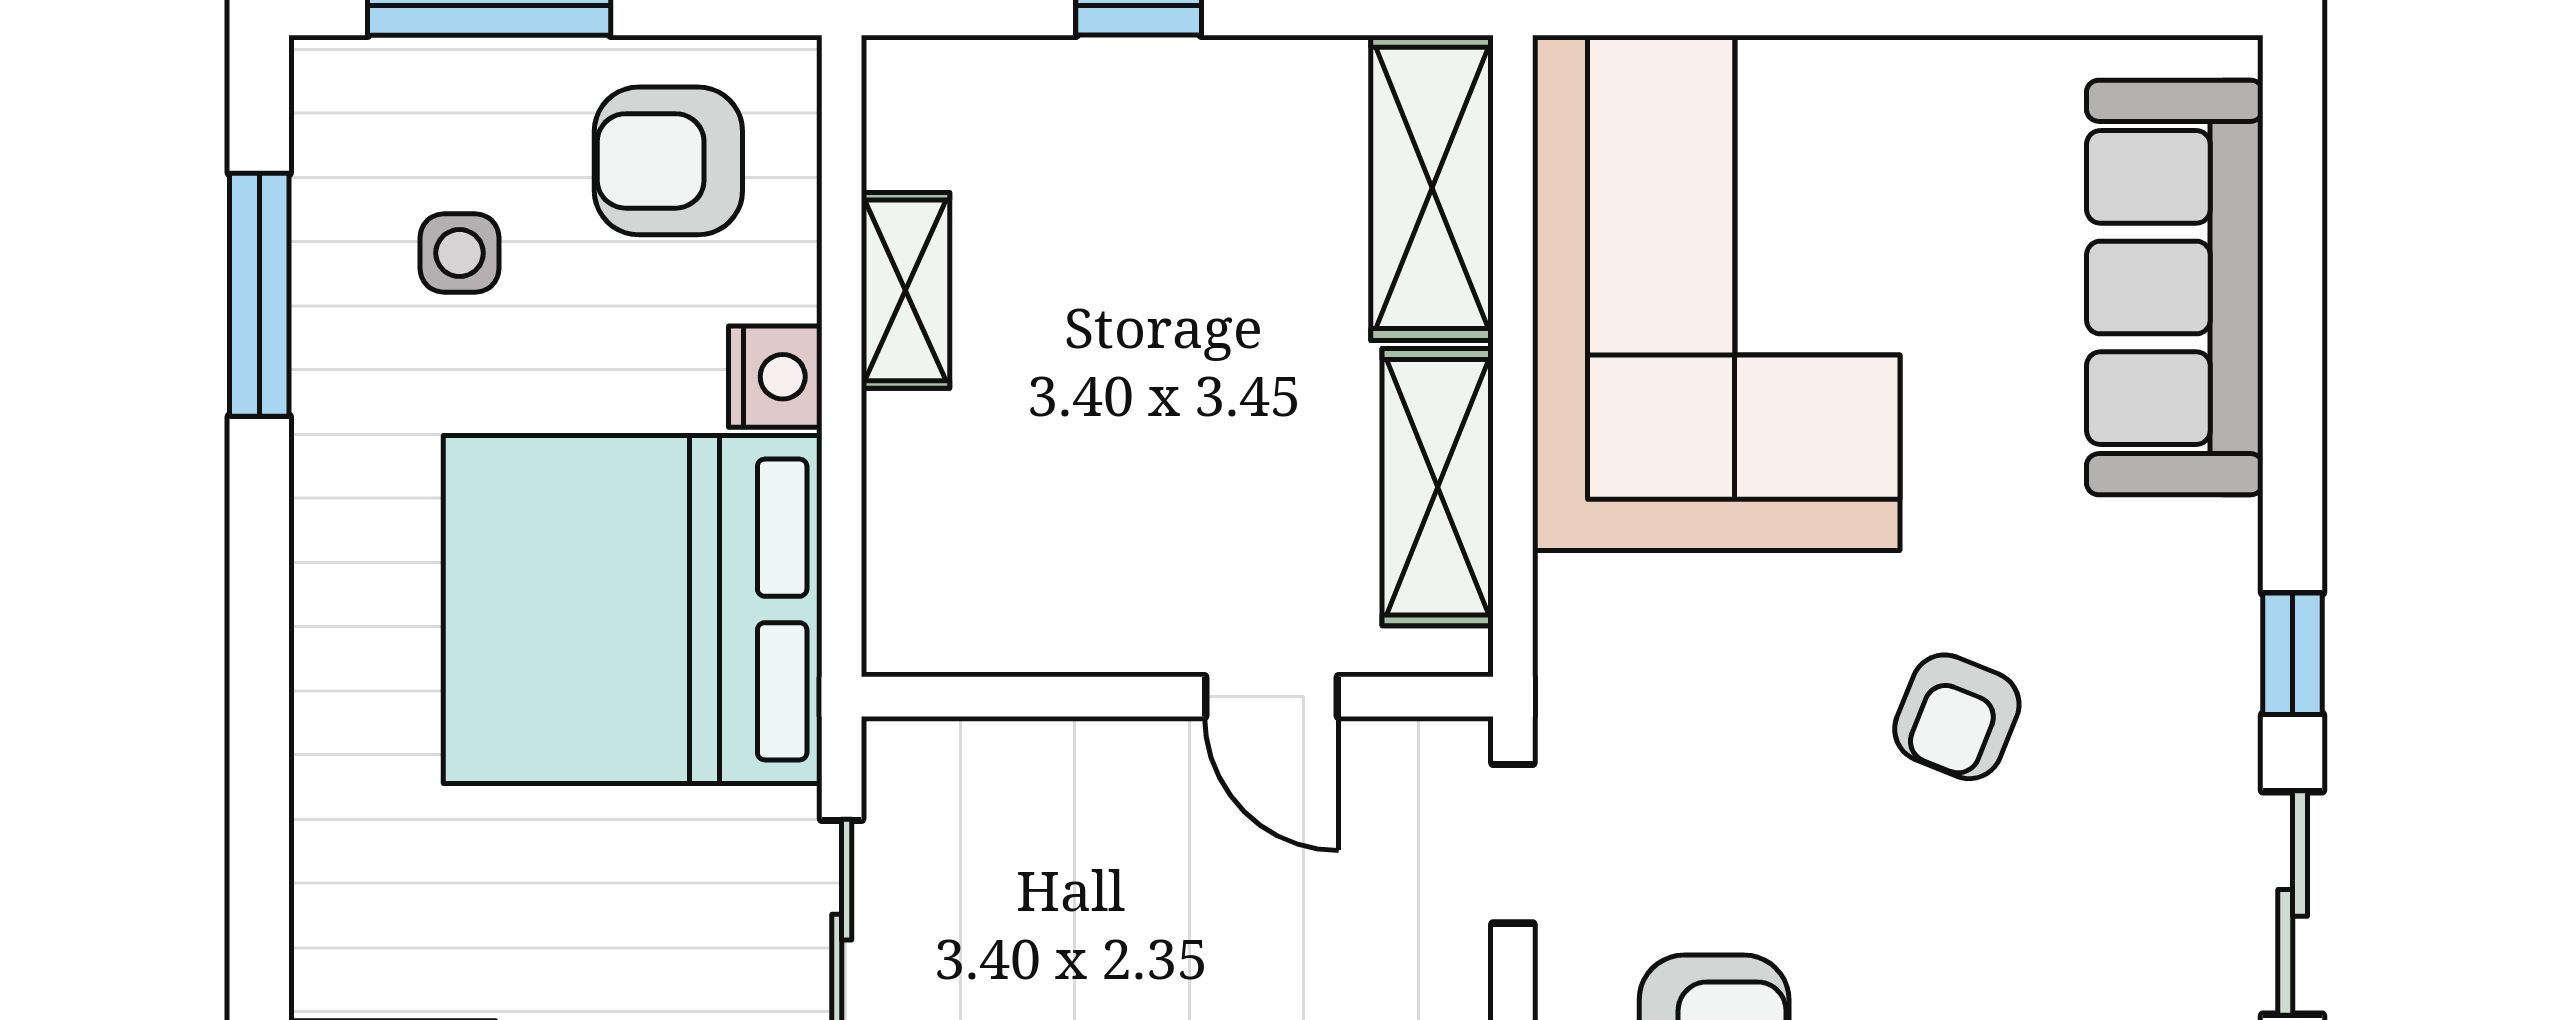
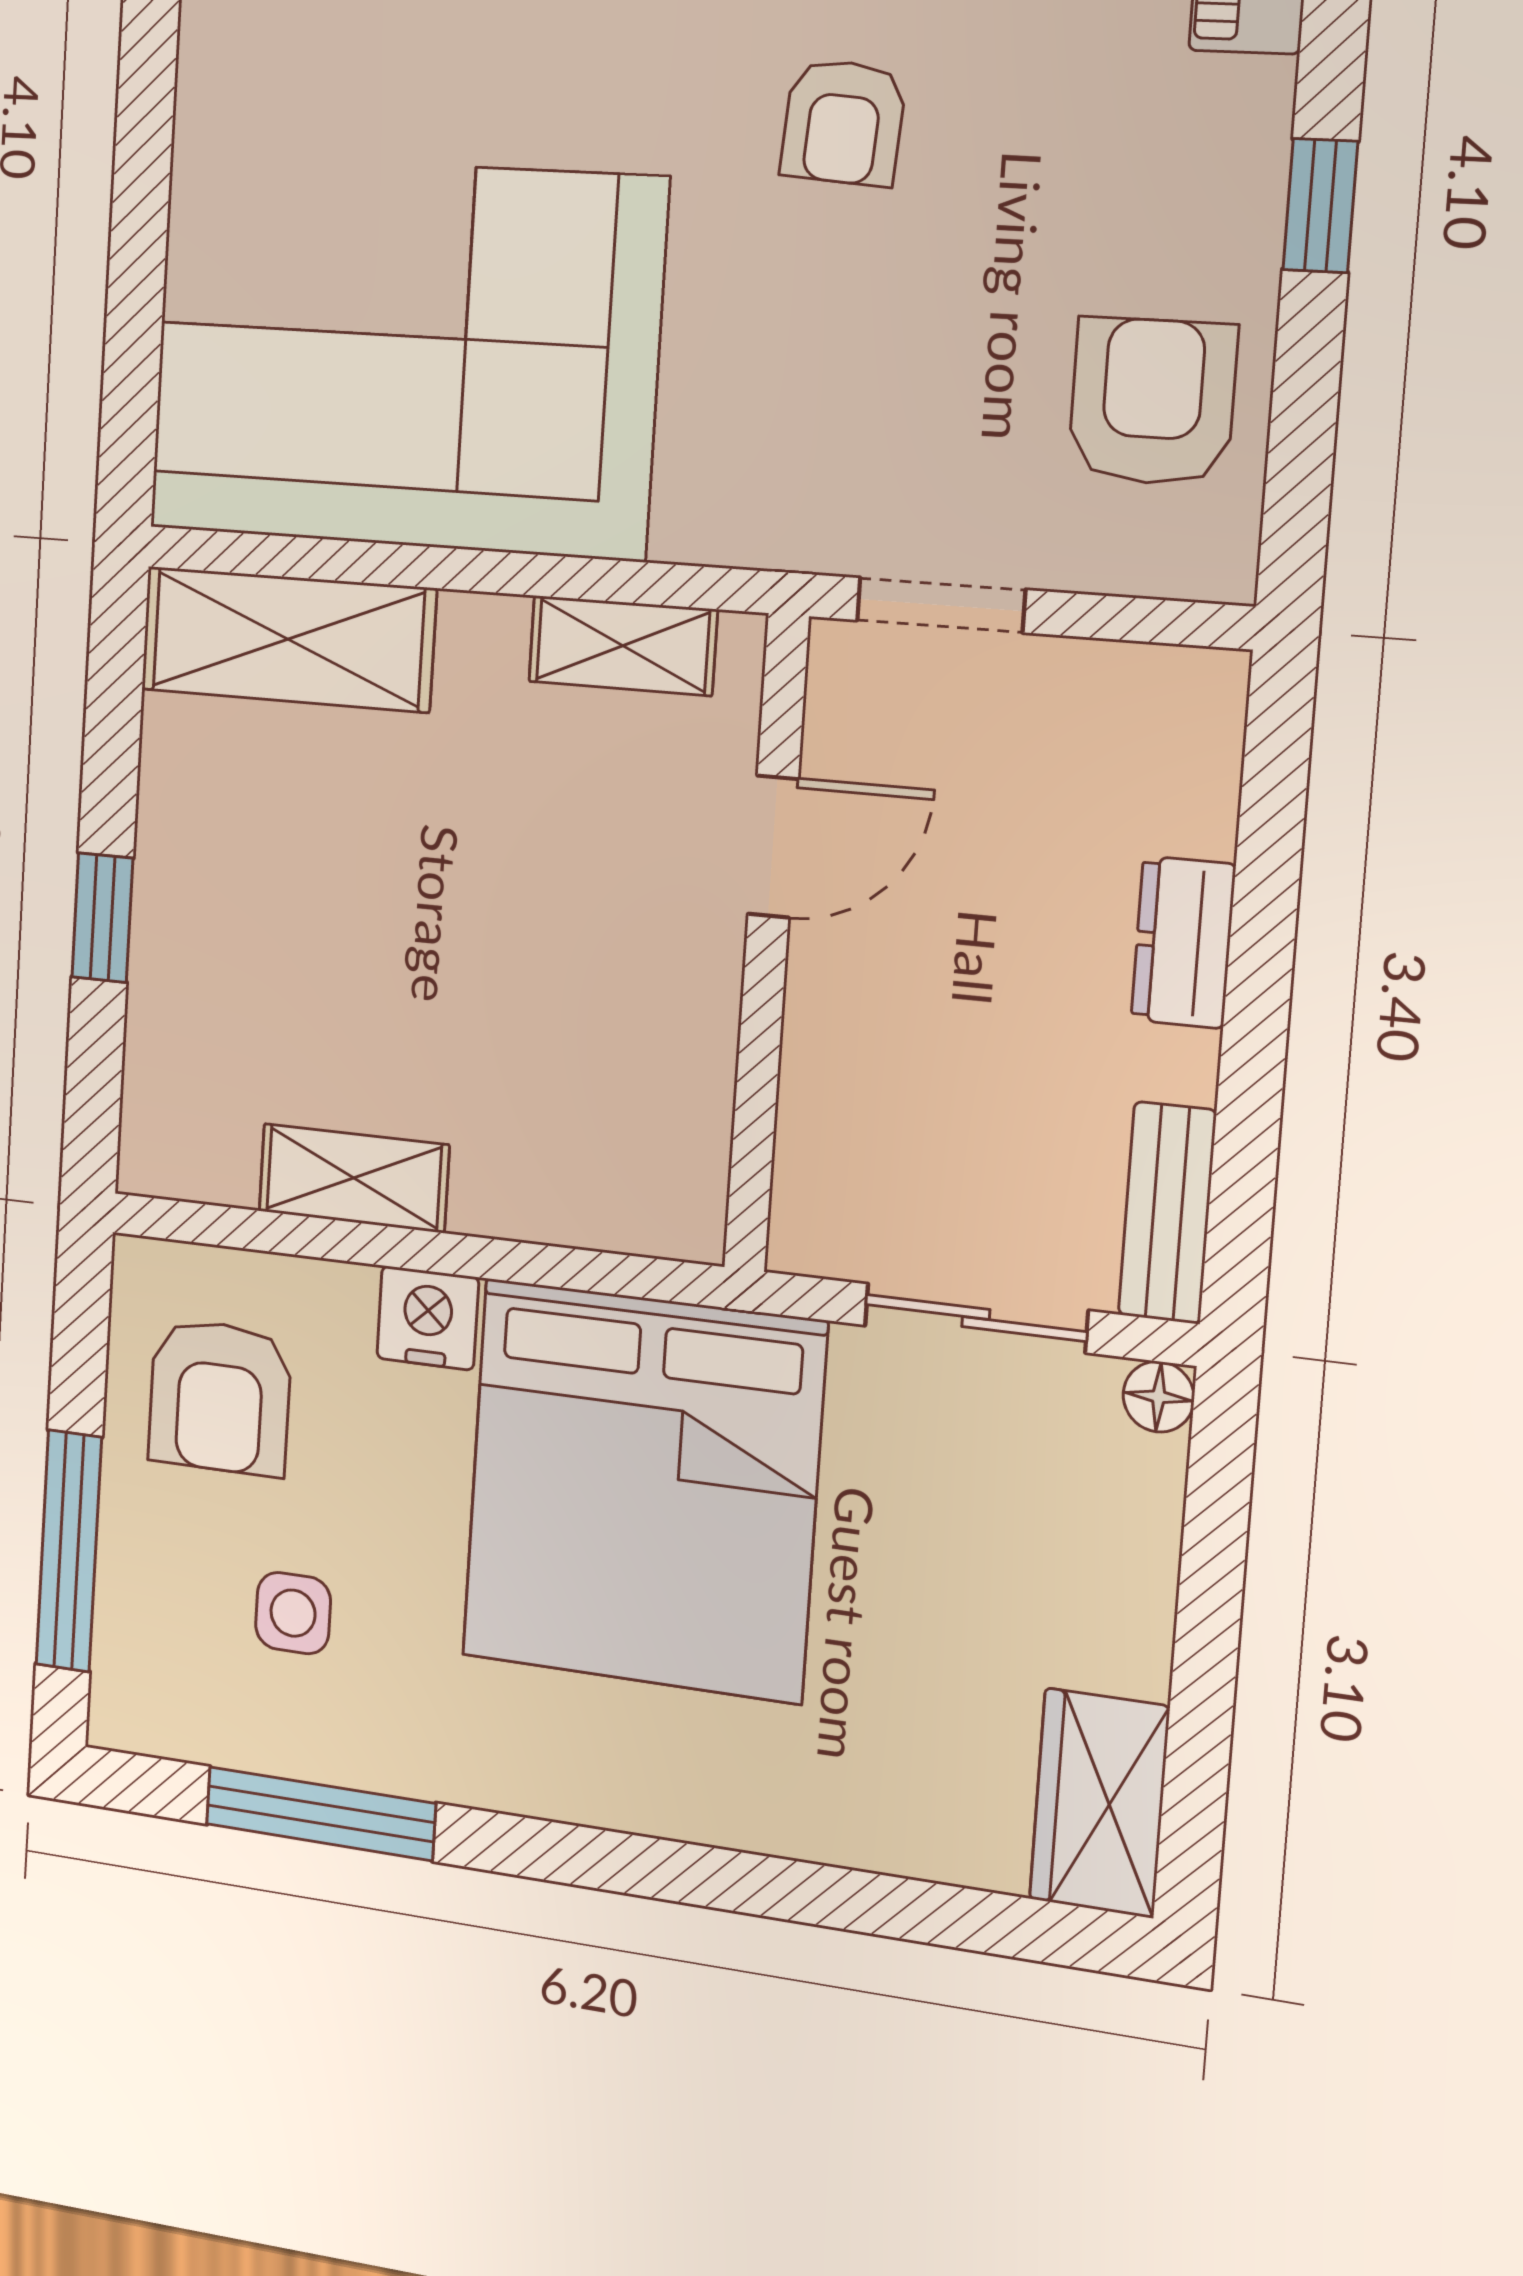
shelving: (1438, 487) -> (623, 646), width x0.67, depth x0.75
armchair: (1957, 717) -> (843, 122), turned 72

